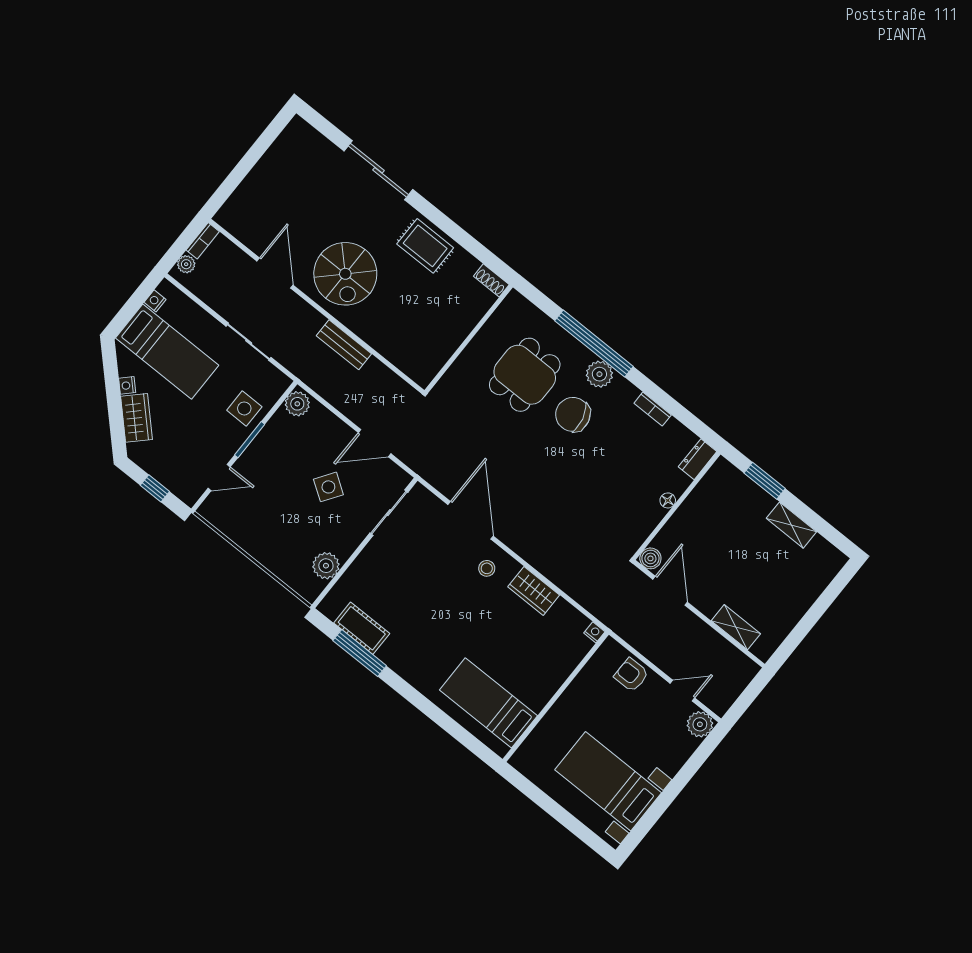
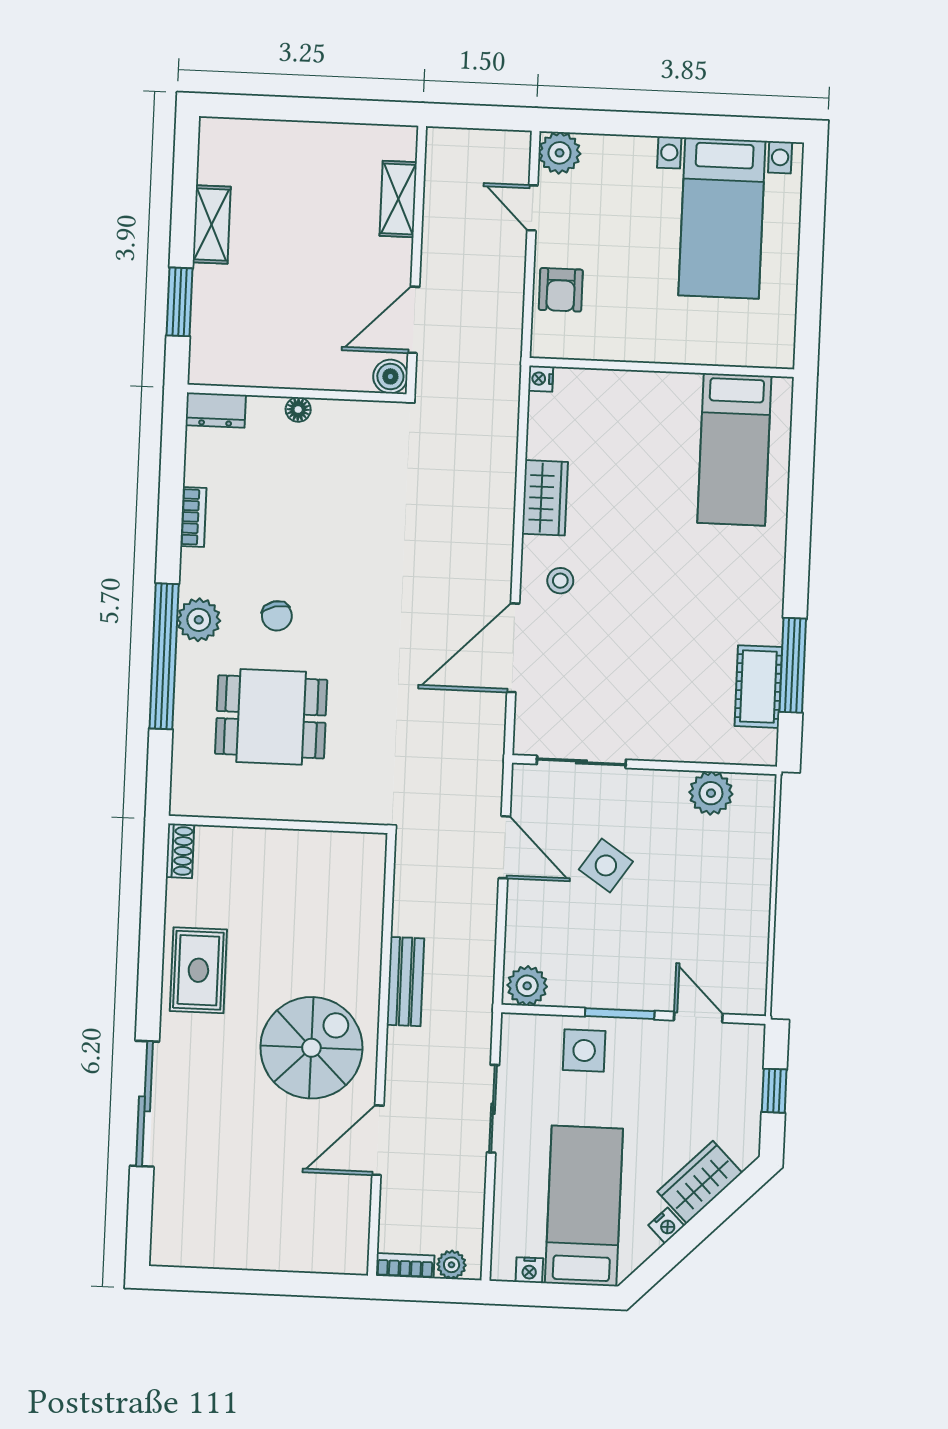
chair: (573, 414) -> (277, 616), width x0.54, depth x0.54

